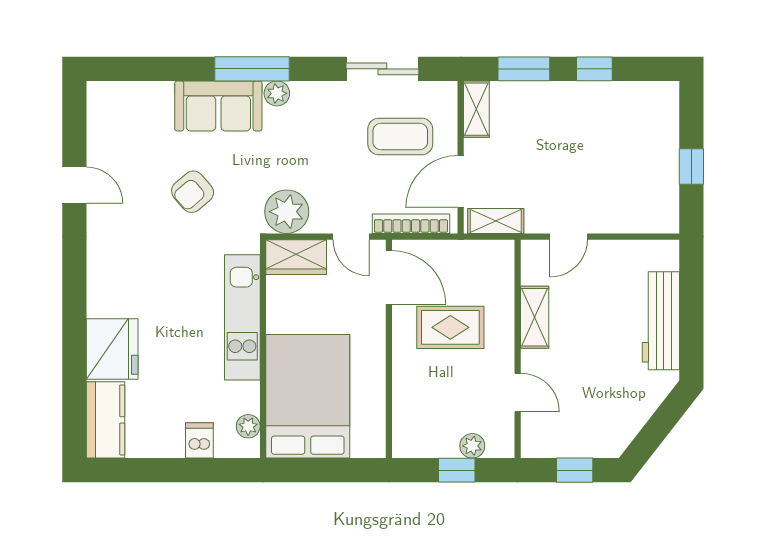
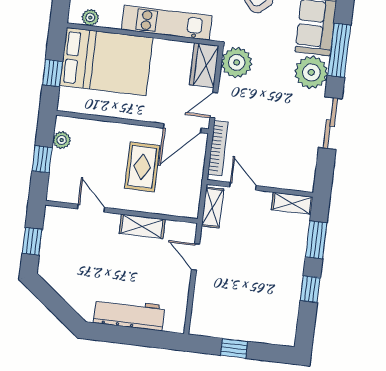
sliding door: (382, 69) -> (330, 123), moved
plant: (277, 93) -> (311, 72), width x1.87, depth x1.87
coffee table: (400, 137) -> (279, 148), removed
door: (461, 182) -> (243, 186), width x0.73
door: (518, 392) -> (91, 208), swing flipped
plant: (472, 446) -> (62, 140), moved
window: (333, 470) -> (53, 73), added

